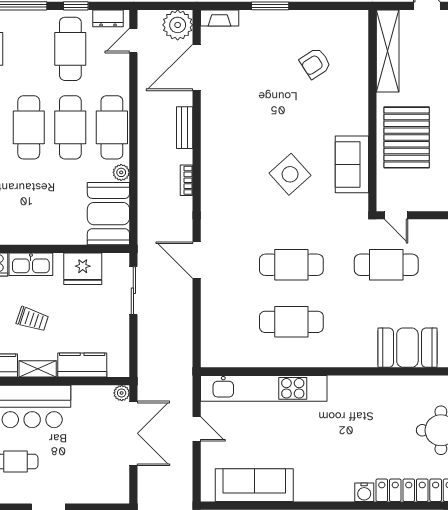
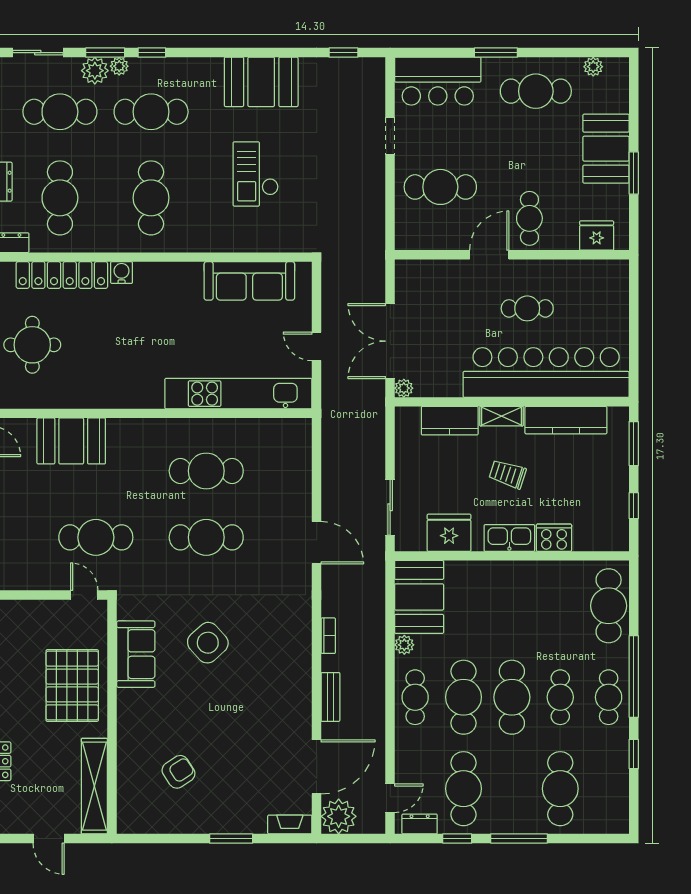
cafe table: (112, 127) -> (415, 697), width x0.73, depth x0.74

